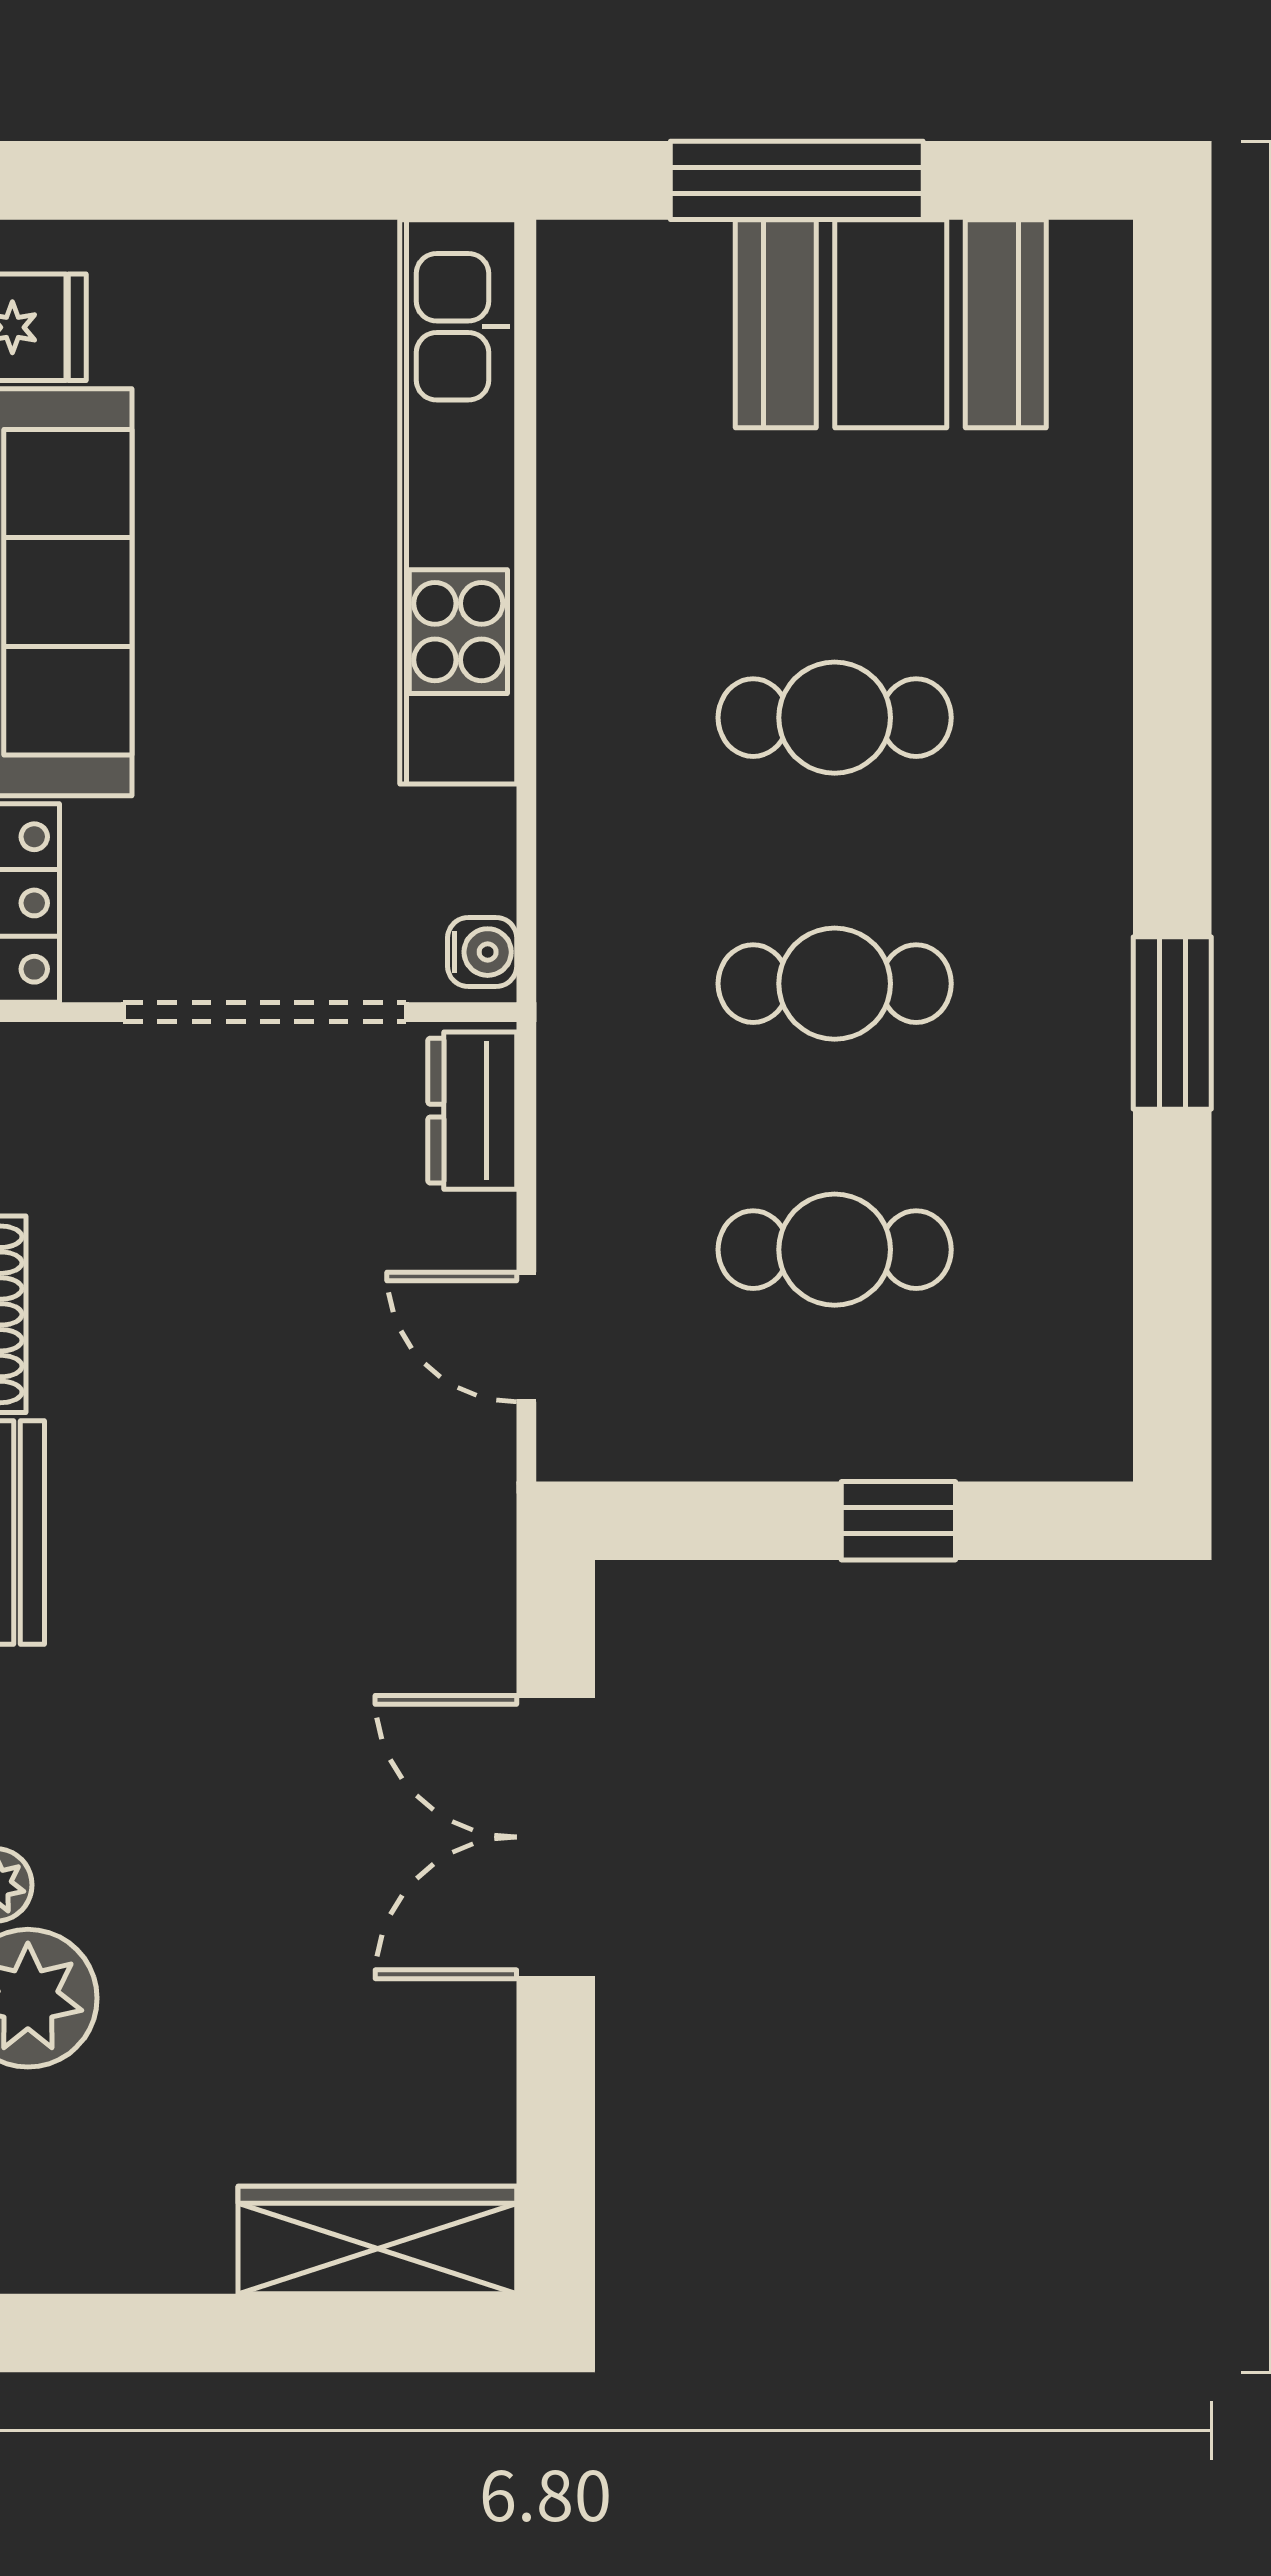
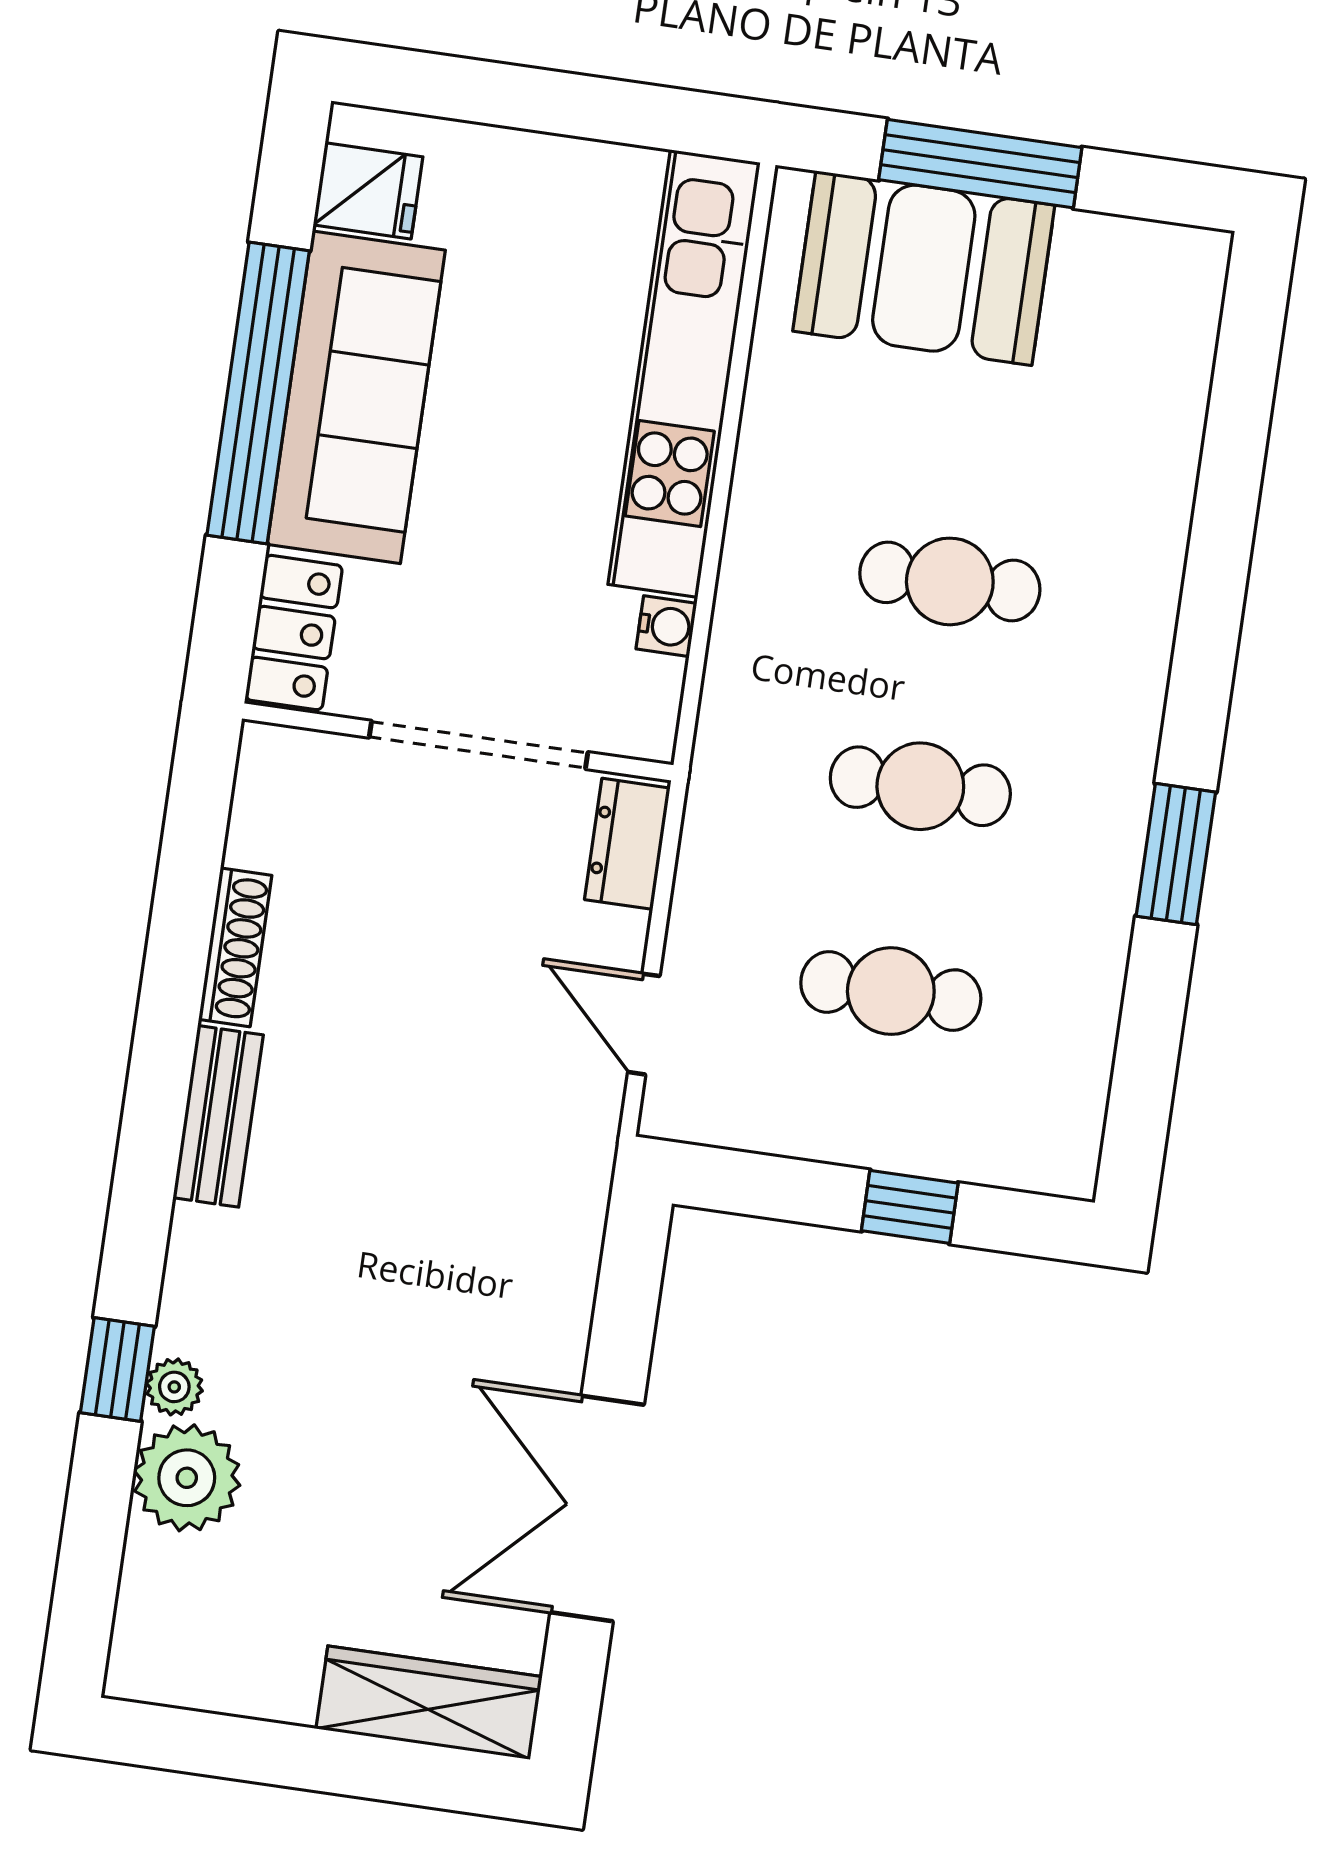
booth: (891, 324) -> (924, 268), moved
water cooler: (482, 952) -> (666, 626), moved
double door: (556, 1837) -> (597, 1508), moved

